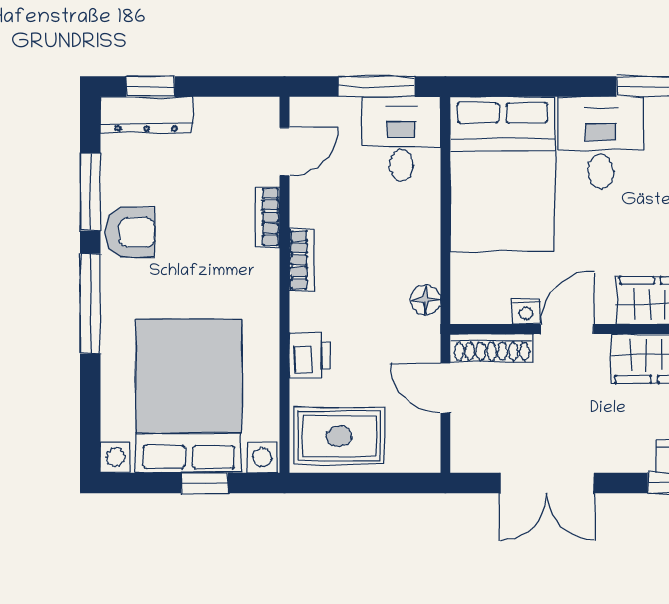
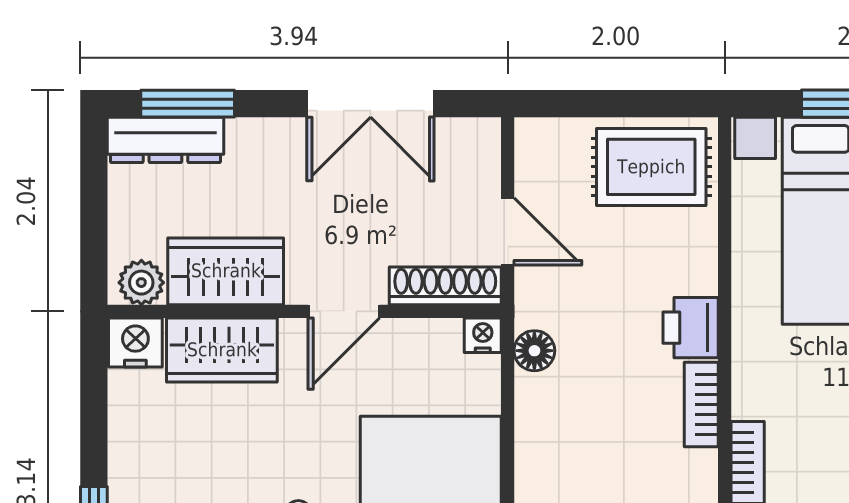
nightstand: (526, 311) -> (483, 335), moved
printer: (310, 355) -> (691, 328), moved
double door: (547, 483) -> (371, 104), swing flipped

